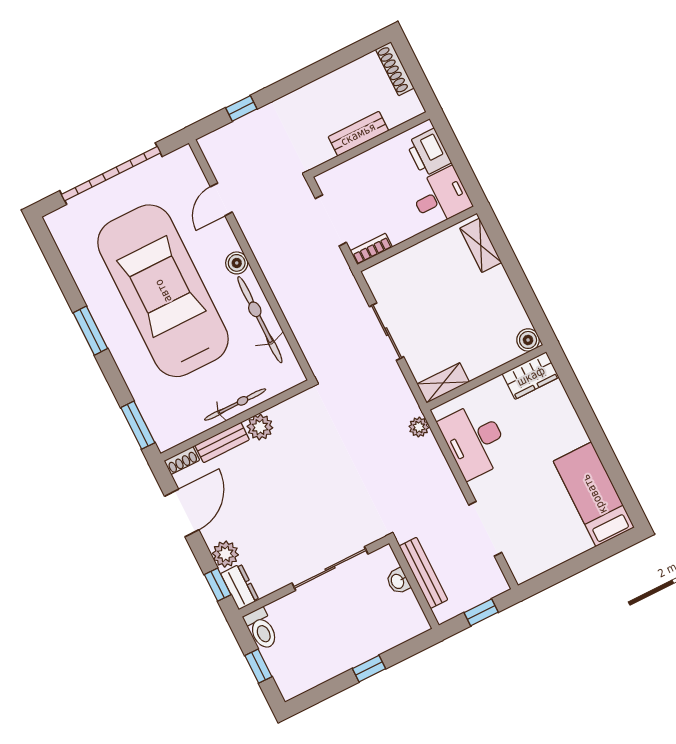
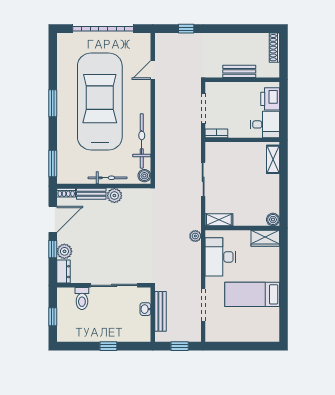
boiler: (237, 263) -> (144, 176), moved
bed: (594, 494) -> (252, 294), moved, turned -90
window: (218, 585) -> (53, 249), moved
toilet: (261, 629) -> (82, 299), moved

